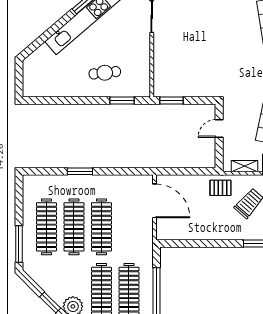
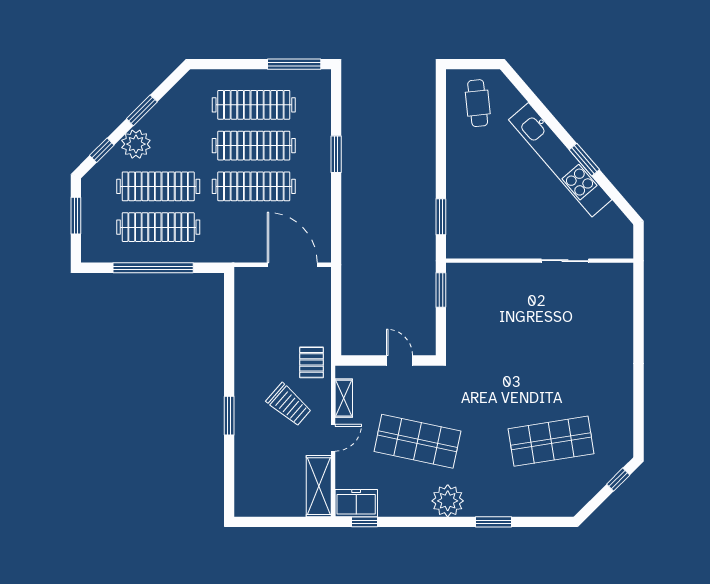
cafe table: (105, 73) -> (478, 103), moved
door: (154, 201) -> (292, 265), swing flipped
window: (19, 244) -> (294, 64), moved

